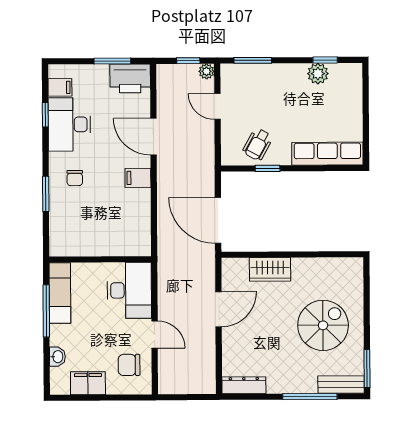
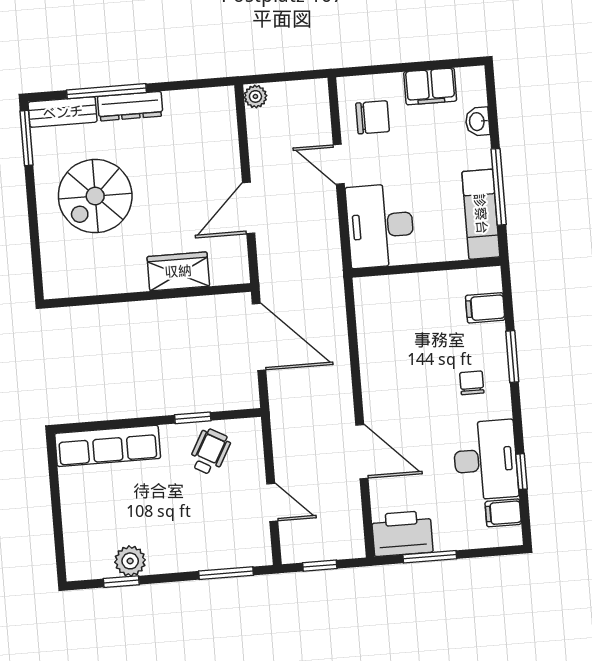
plant: (207, 71) -> (255, 96), moved
filing cabinet: (138, 178) -> (485, 308), moved, turned 180
dresser: (244, 385) -> (130, 106), moved

